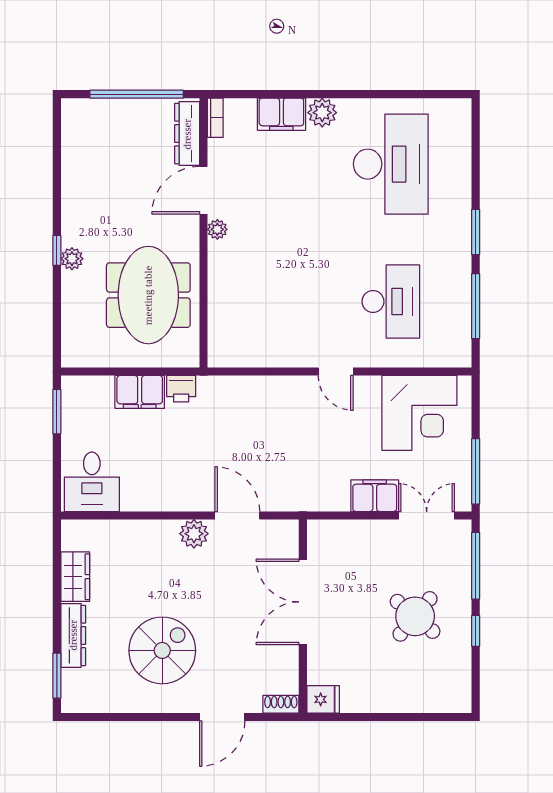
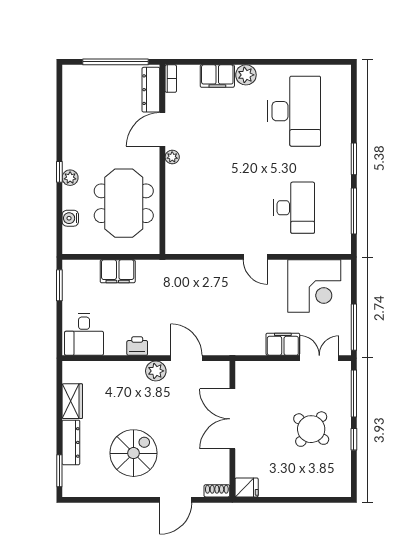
water cooler: (72, 316) -> (70, 218), added
printer: (181, 389) -> (137, 346), moved, turned 180

